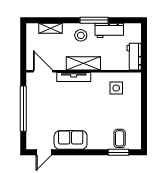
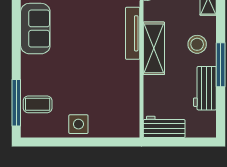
side table: (116, 88) -> (78, 124), moved
window: (119, 152) -> (16, 103), width x1.44

